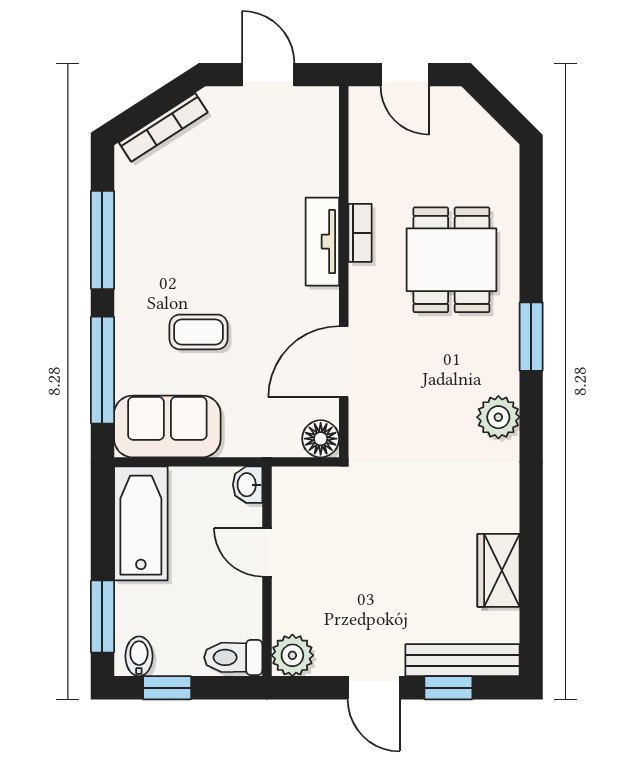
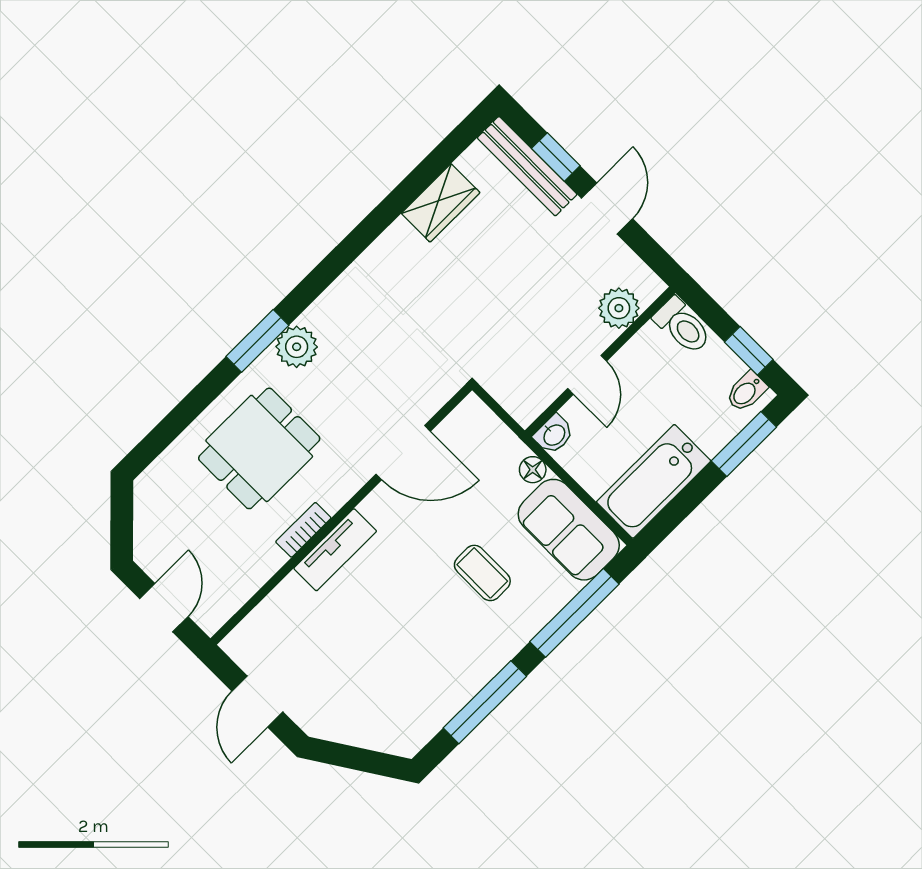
bookcase: (163, 127) -> (366, 738), removed
plant: (498, 417) -> (297, 347), moved
floor lamp: (321, 439) -> (533, 470), moved, width x0.73, depth x0.73
plant: (292, 655) -> (619, 308), moved

